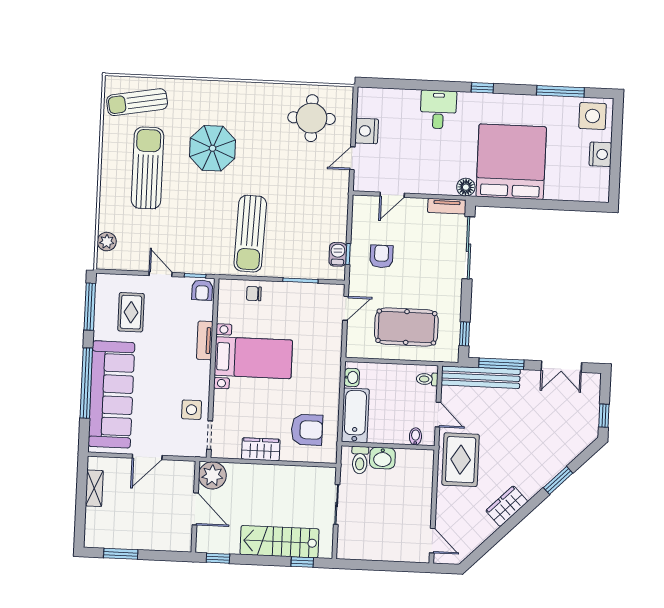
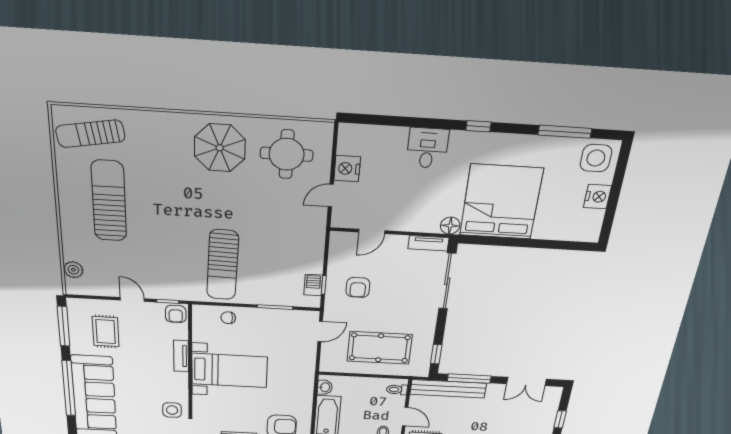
parasol: (213, 148) -> (220, 148), moved
armchair: (381, 256) -> (358, 287), turned 180

